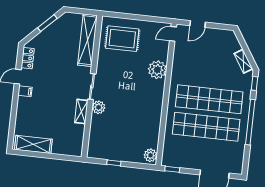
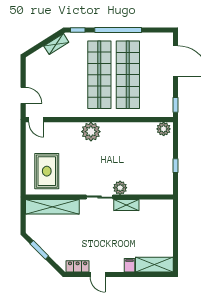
plant: (157, 70) -> (91, 132), moved
filing cabinet: (25, 91) -> (130, 265), moved
shelving: (33, 144) -> (154, 265), moved, turned 90

